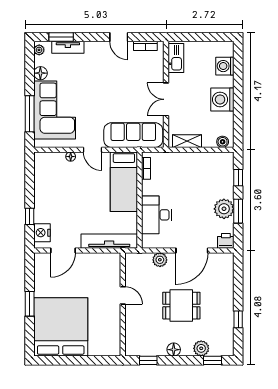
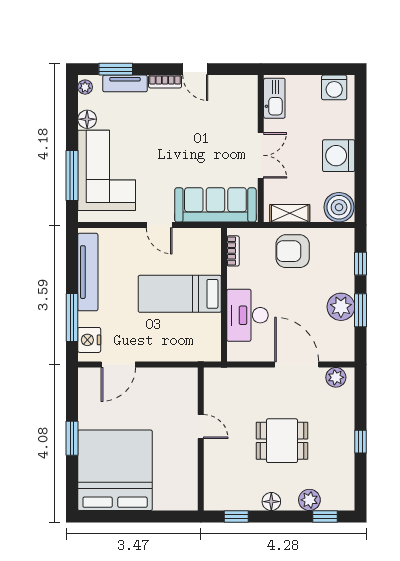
bookcase: (145, 46) -> (165, 82), moved
washing machine: (225, 66) -> (334, 87), moved, turned -90
double door: (166, 99) -> (261, 155), swing flipped
boiler: (223, 142) -> (339, 207), width x1.86, depth x1.86
floor lamp: (71, 157) -> (129, 235), removed
armchair: (189, 169) -> (293, 251), added
bed: (124, 182) -> (180, 294), moved, turned 90
window: (30, 216) -> (72, 317), width x2.17
tv unit: (109, 241) -> (88, 272), moved, turned 90
printer: (226, 241) -> (343, 351), removed
door: (192, 250) -> (297, 364), swing flipped
plant: (160, 260) -> (336, 377), moved
window: (238, 319) -> (361, 442), moved

